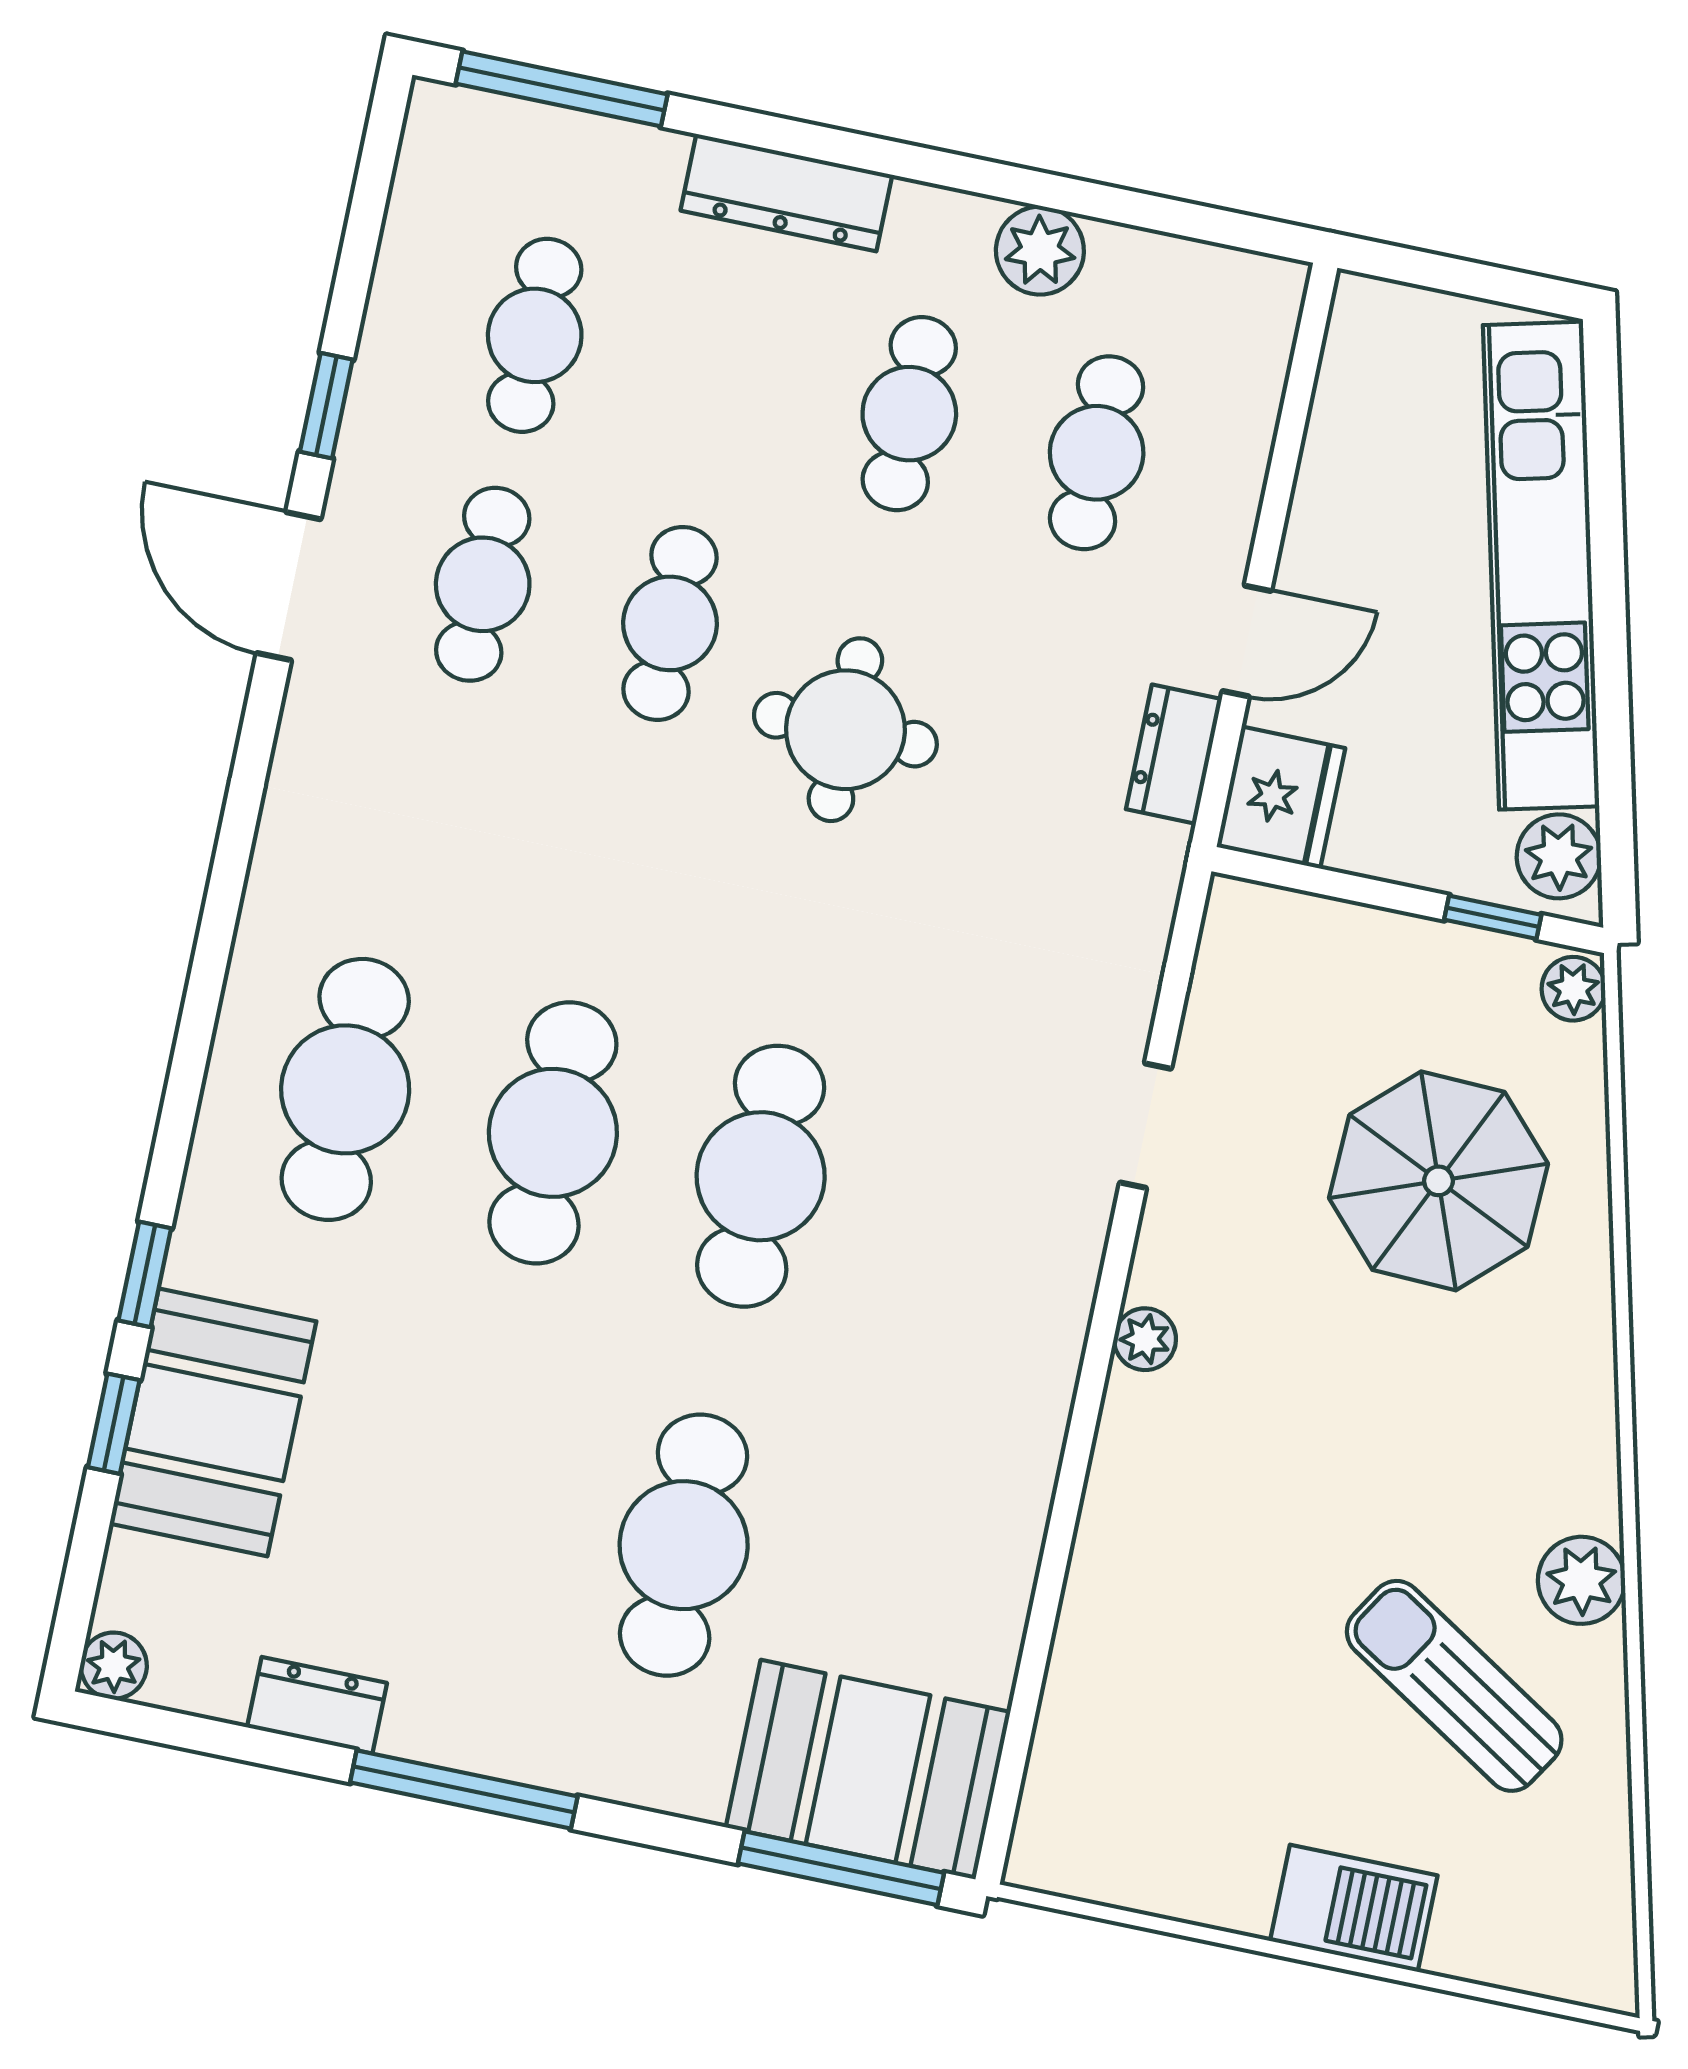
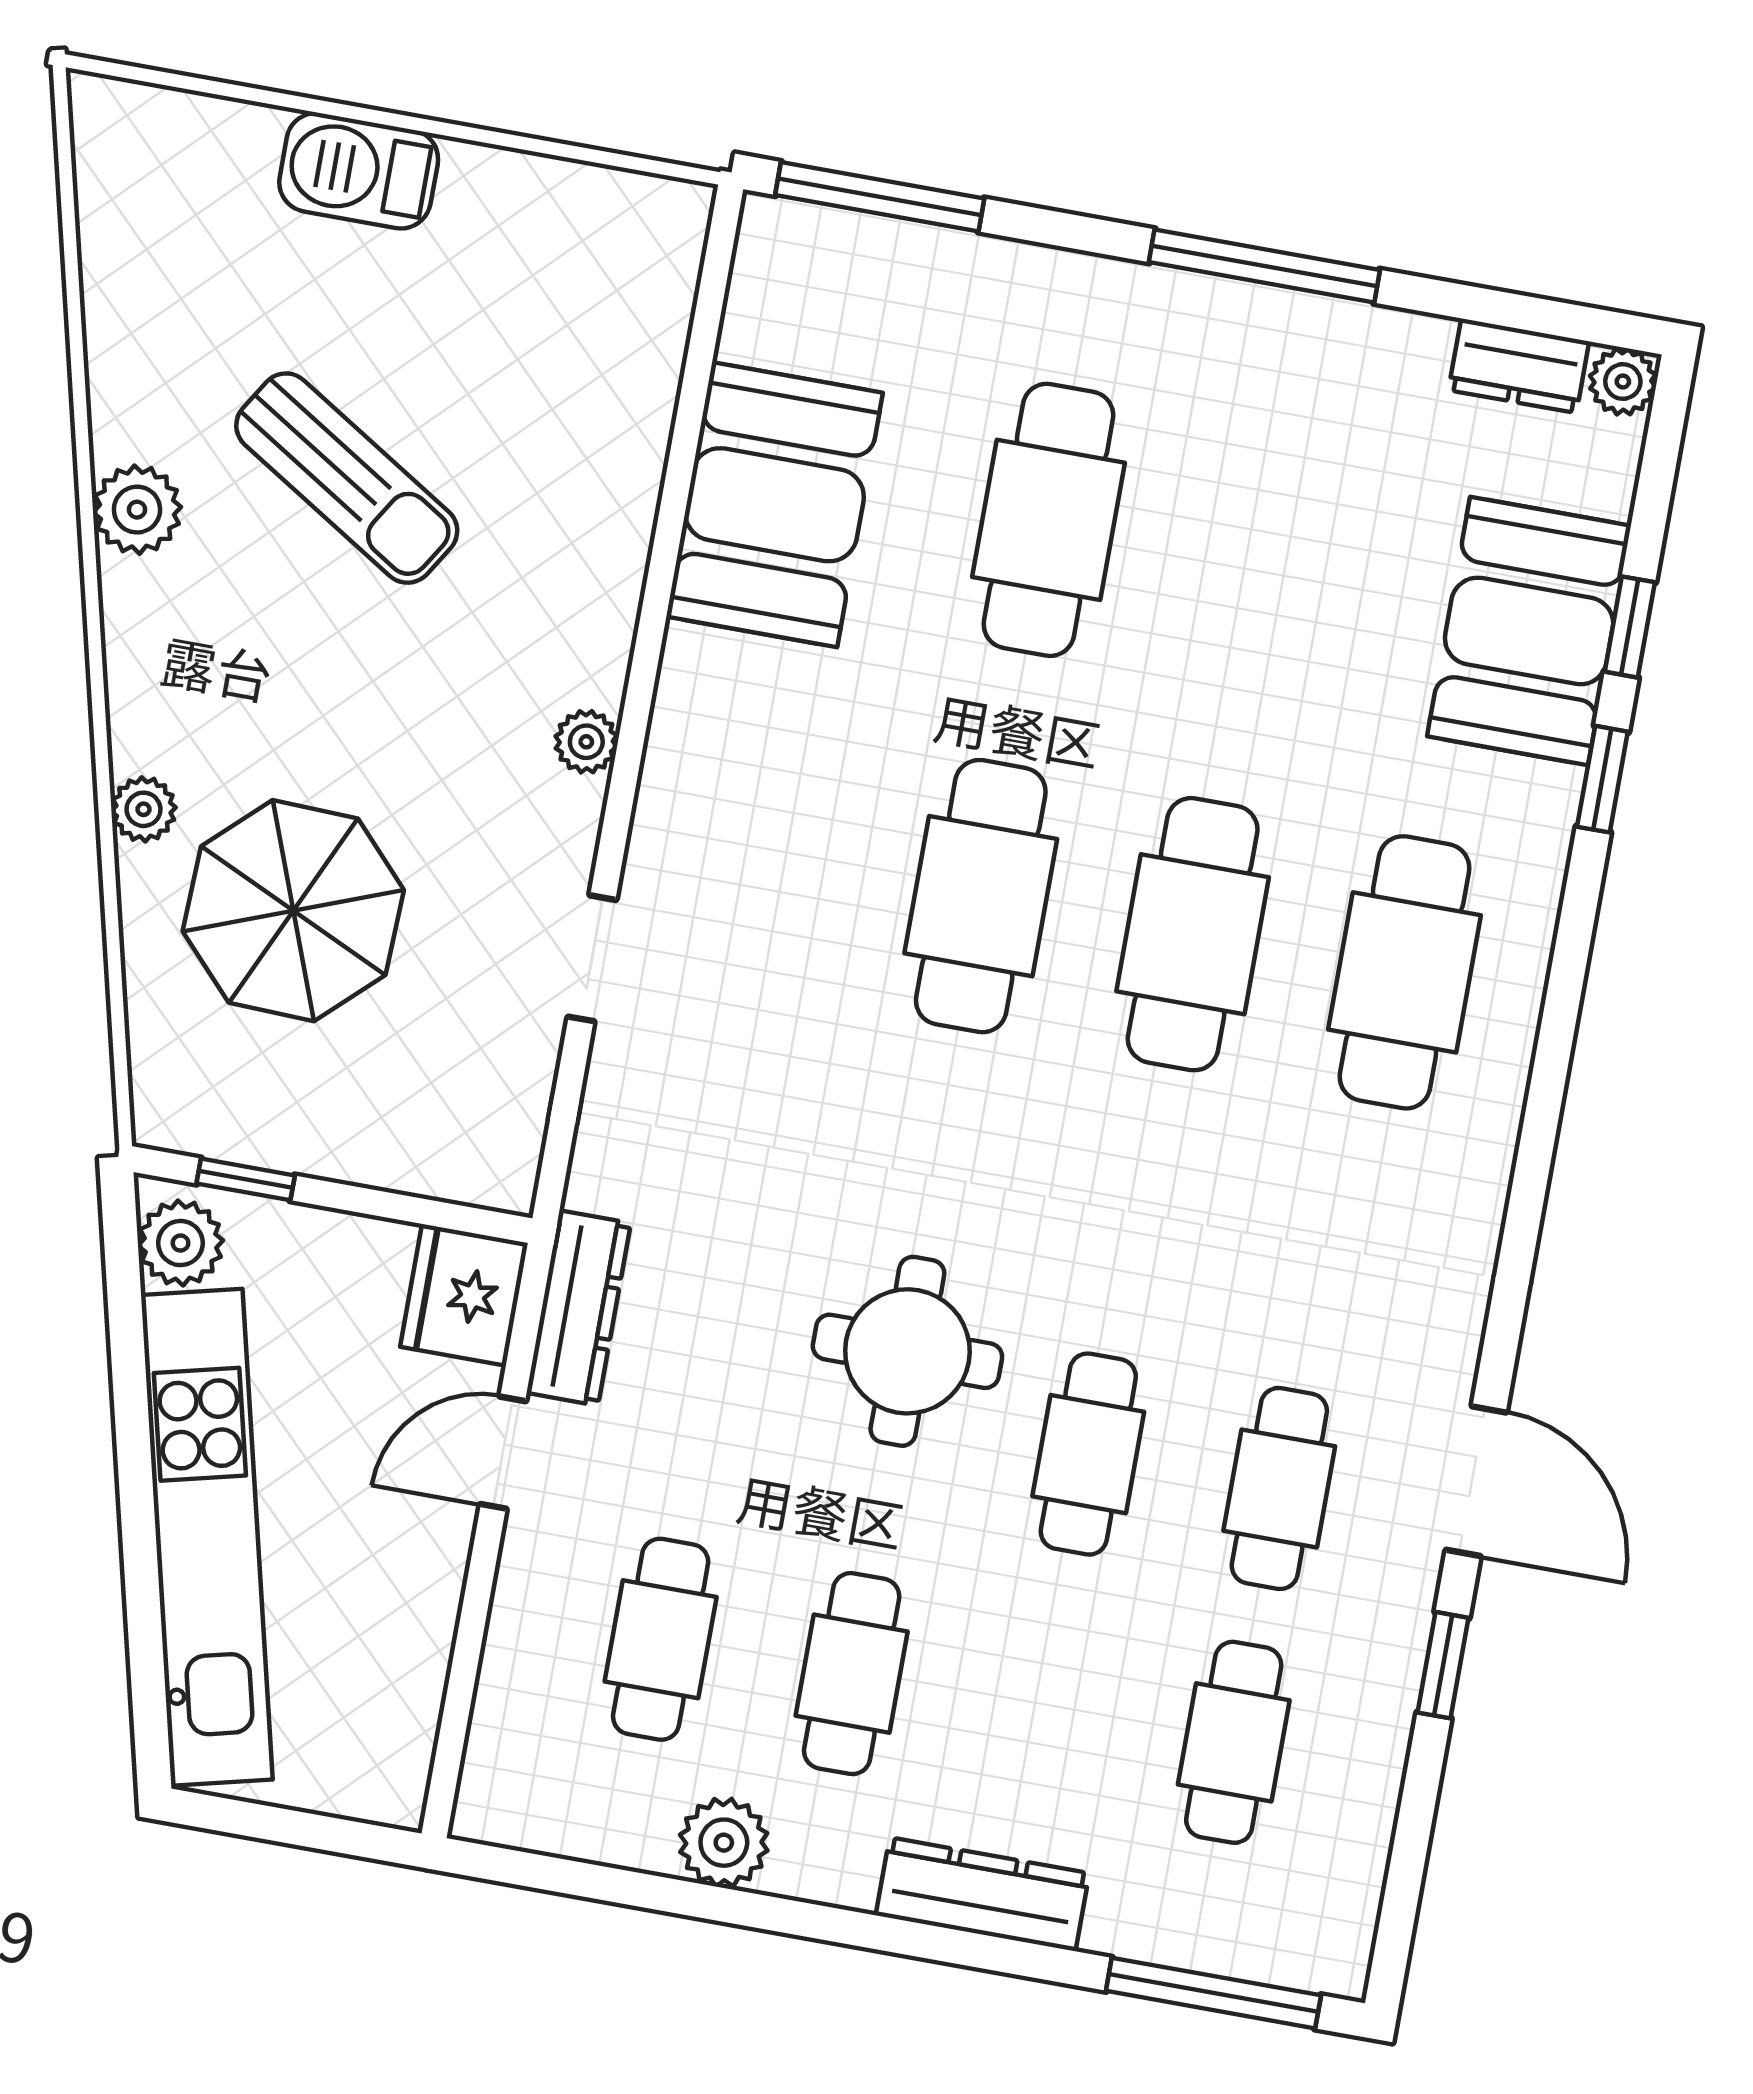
dresser: (1174, 754) -> (579, 1308), width x1.44
plant: (1573, 989) -> (143, 809), moved
sun lounger: (1454, 1686) -> (347, 478), moved
dresser: (317, 1705) -> (1519, 366), moved
booth: (868, 1770) -> (774, 505), moved, turned 90

